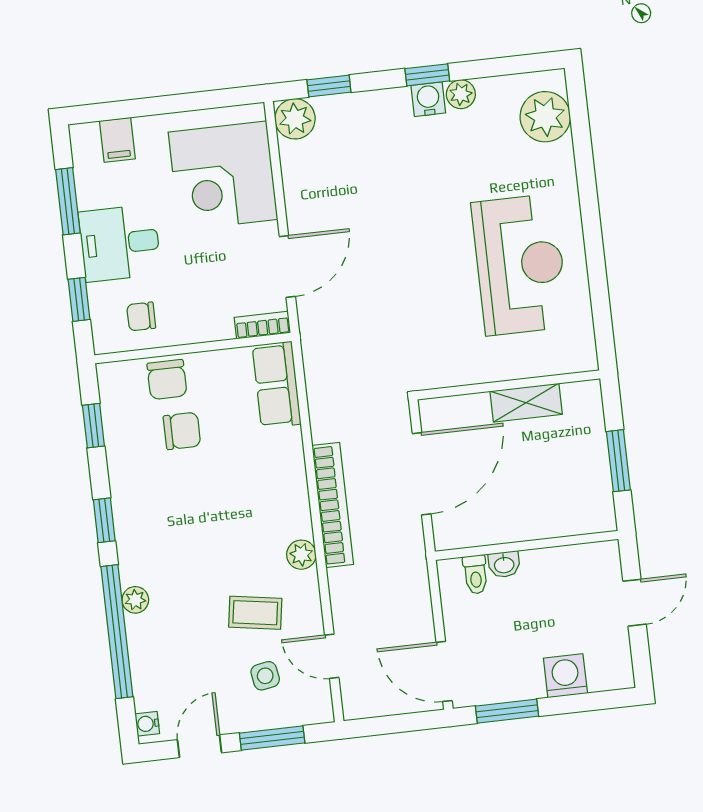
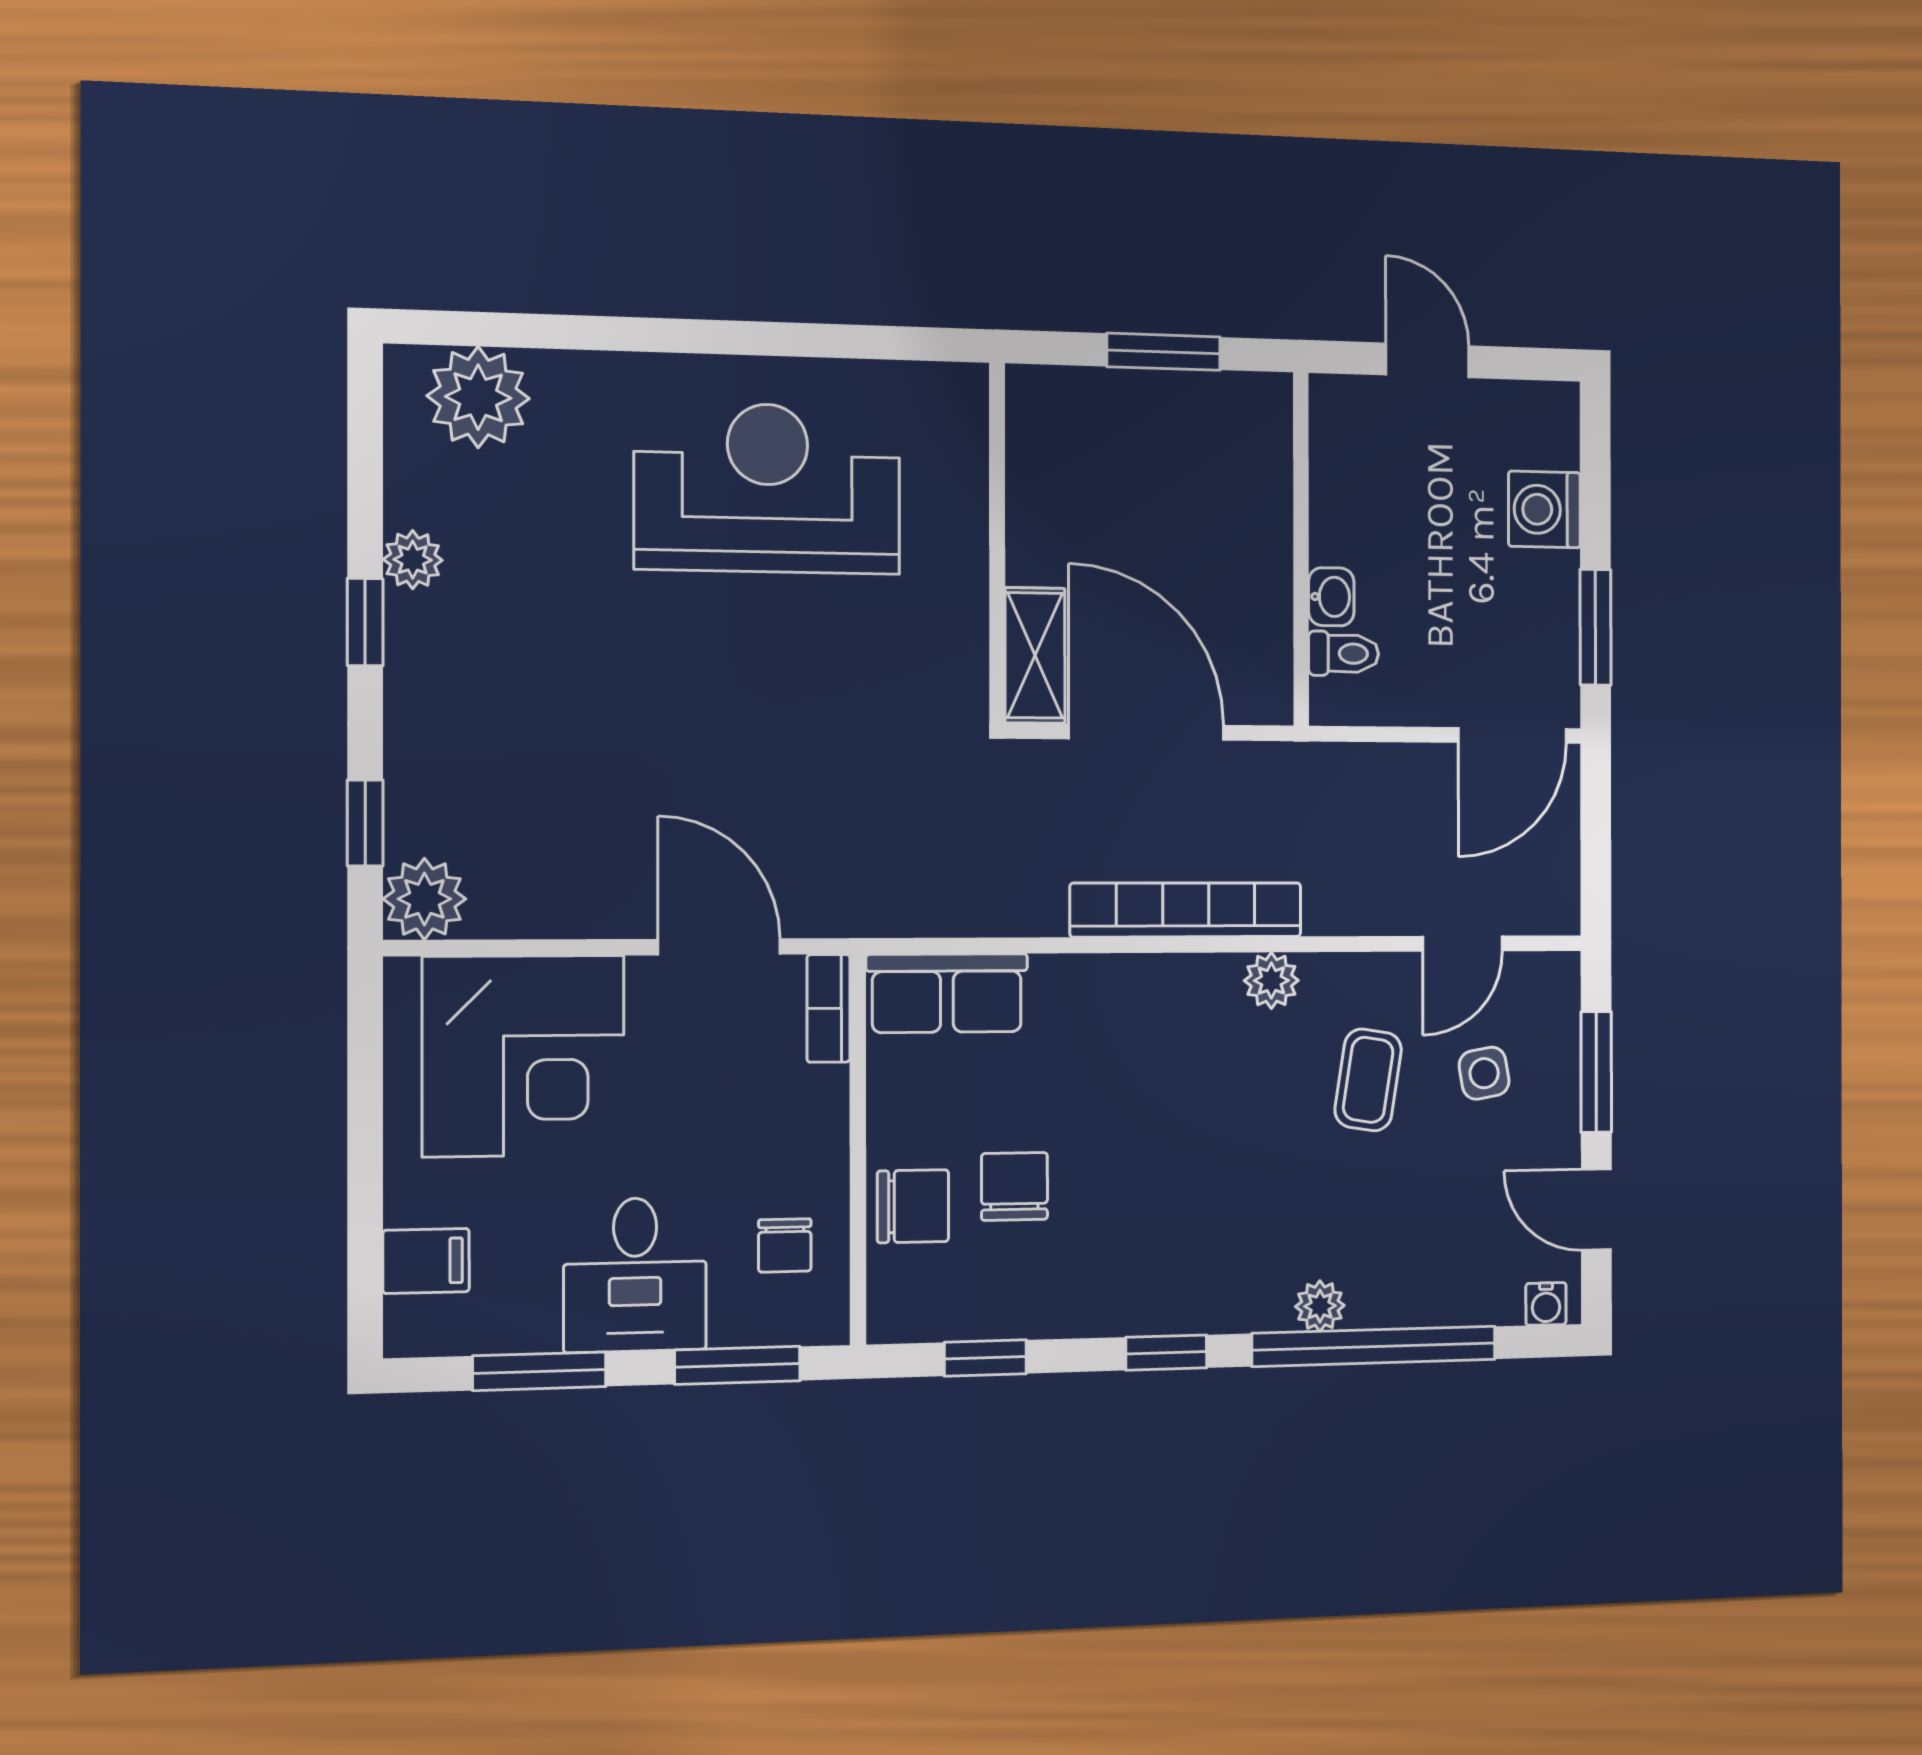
water cooler: (428, 99) -> (415, 626), removed
window: (79, 299) -> (737, 1365), width x1.50
shelving: (526, 403) -> (1035, 655), moved

